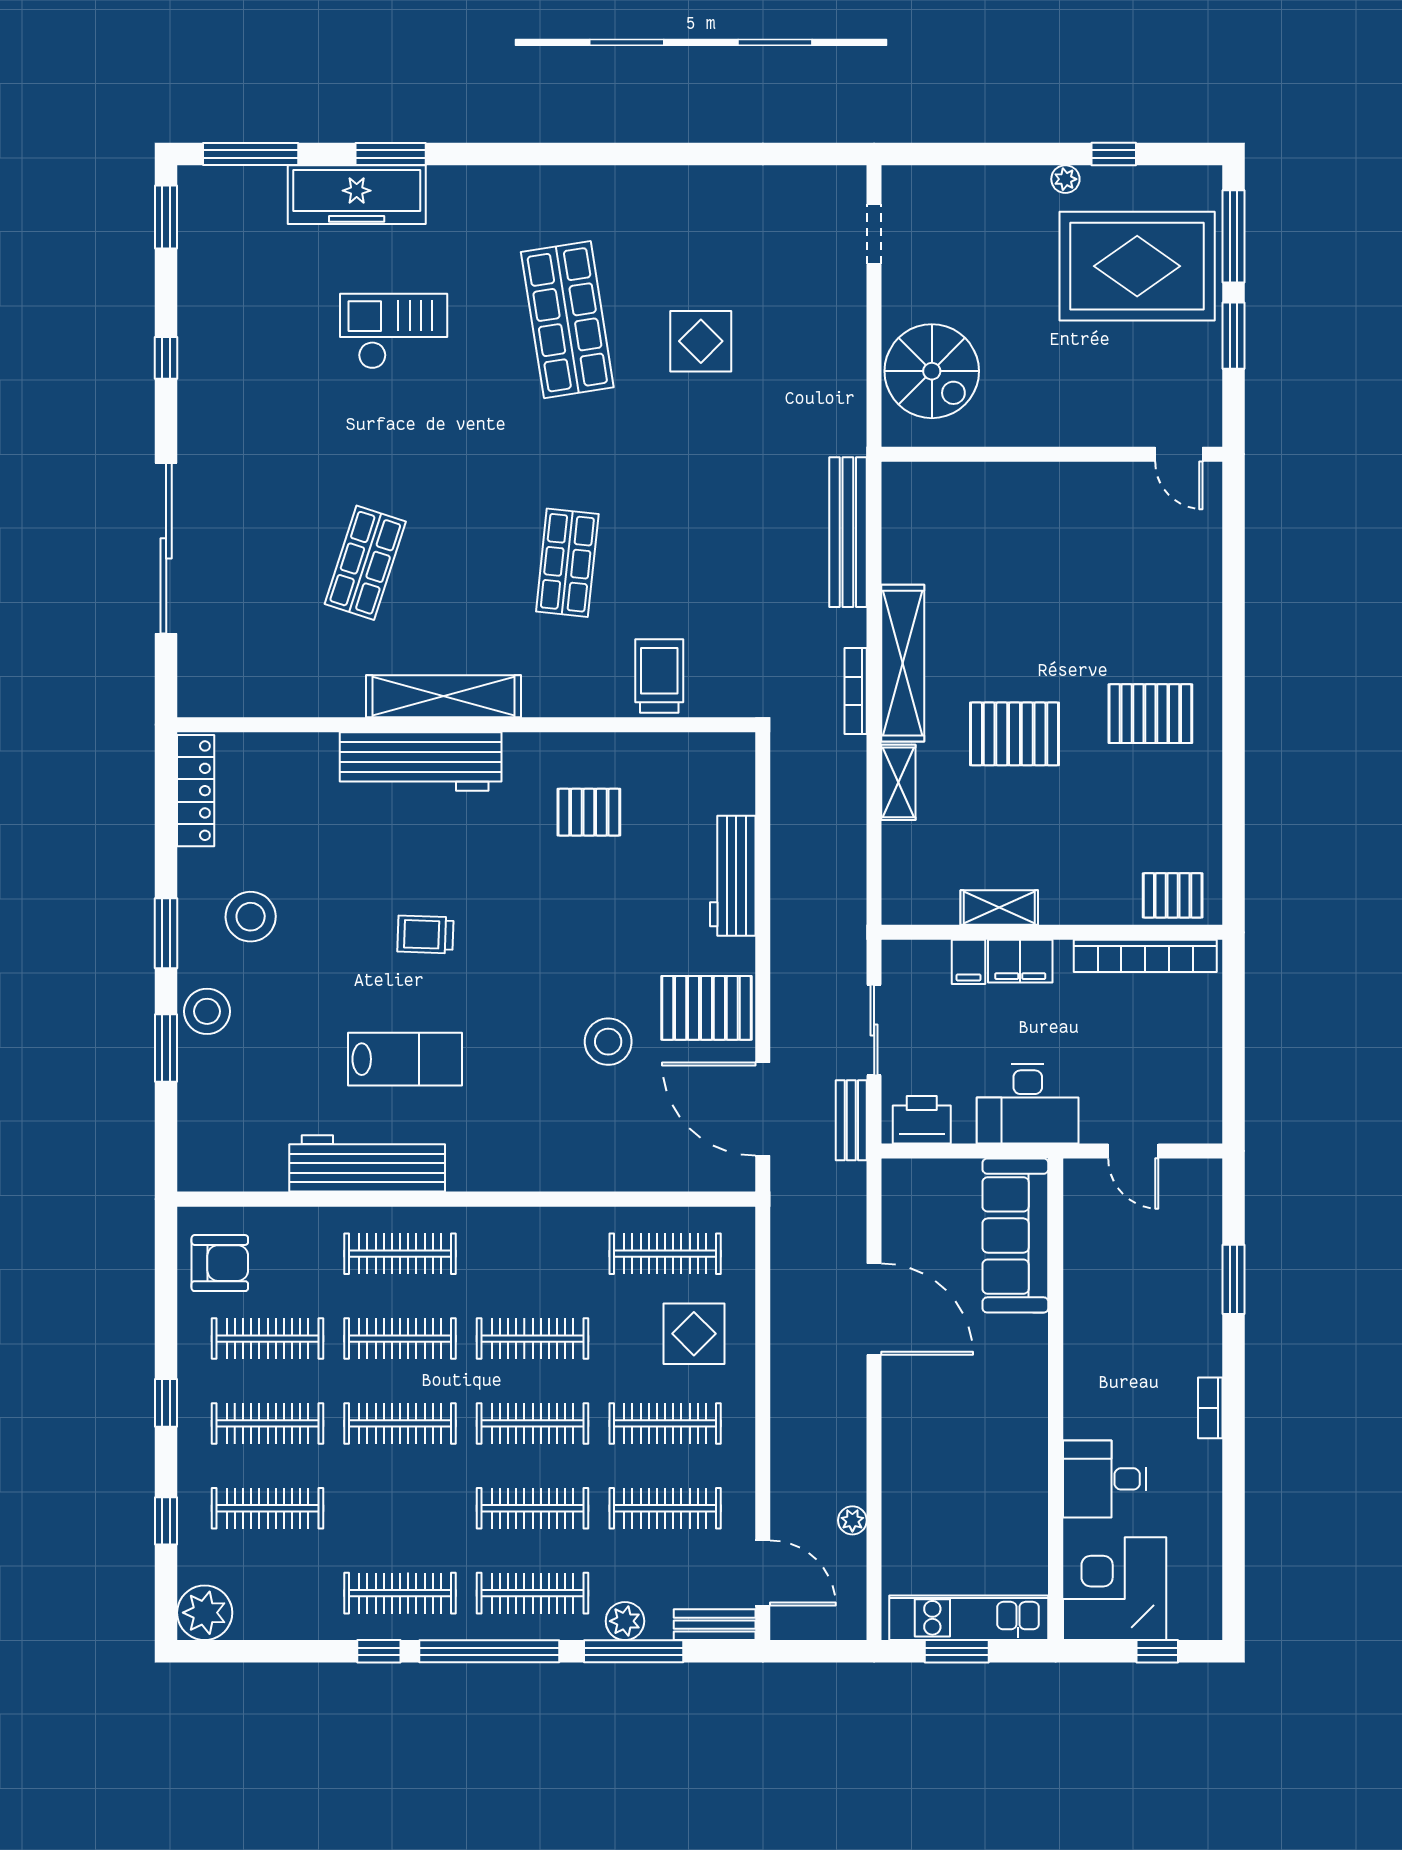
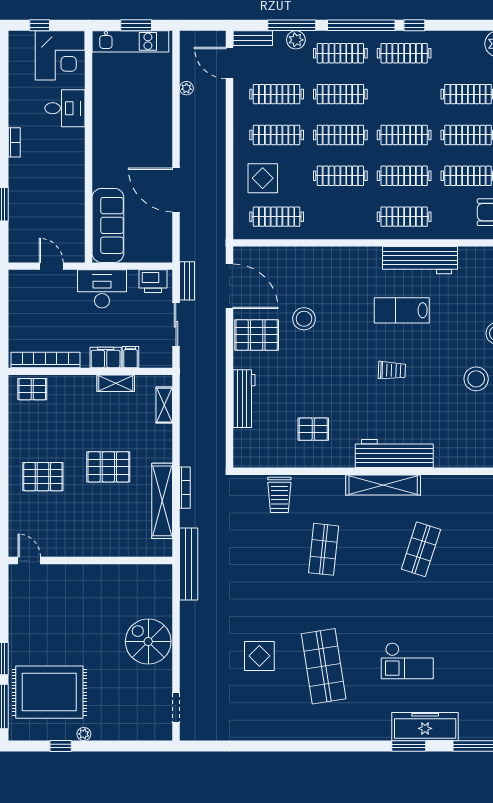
wall: (1052, 454) -> (90, 561), moved
door: (1179, 454) -> (29, 561), moved
shelving: (898, 782) -> (164, 405), moved

